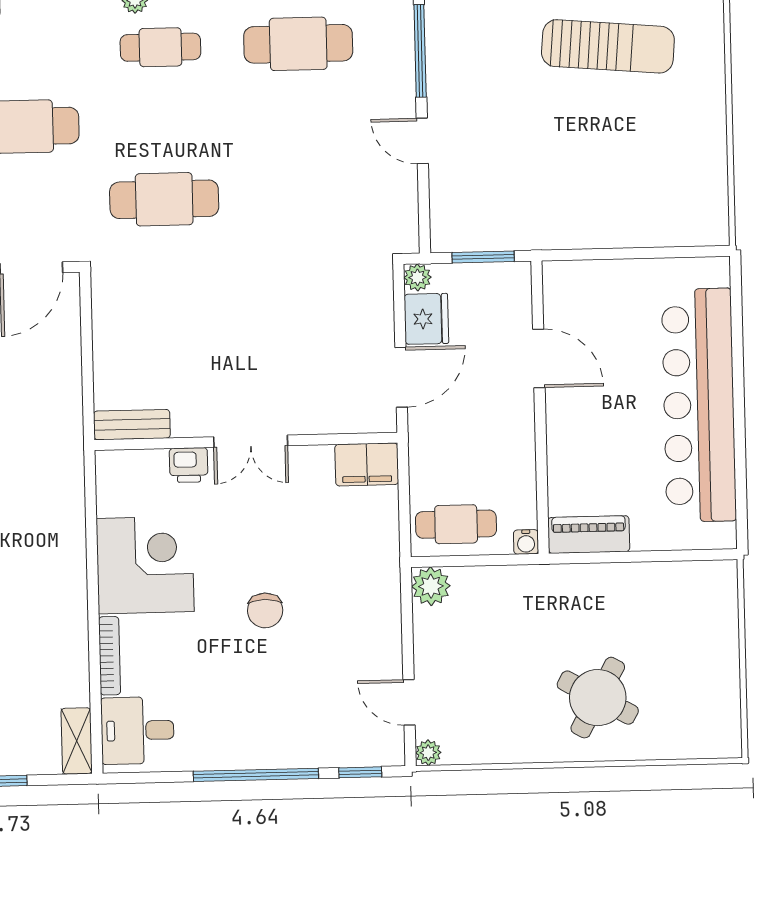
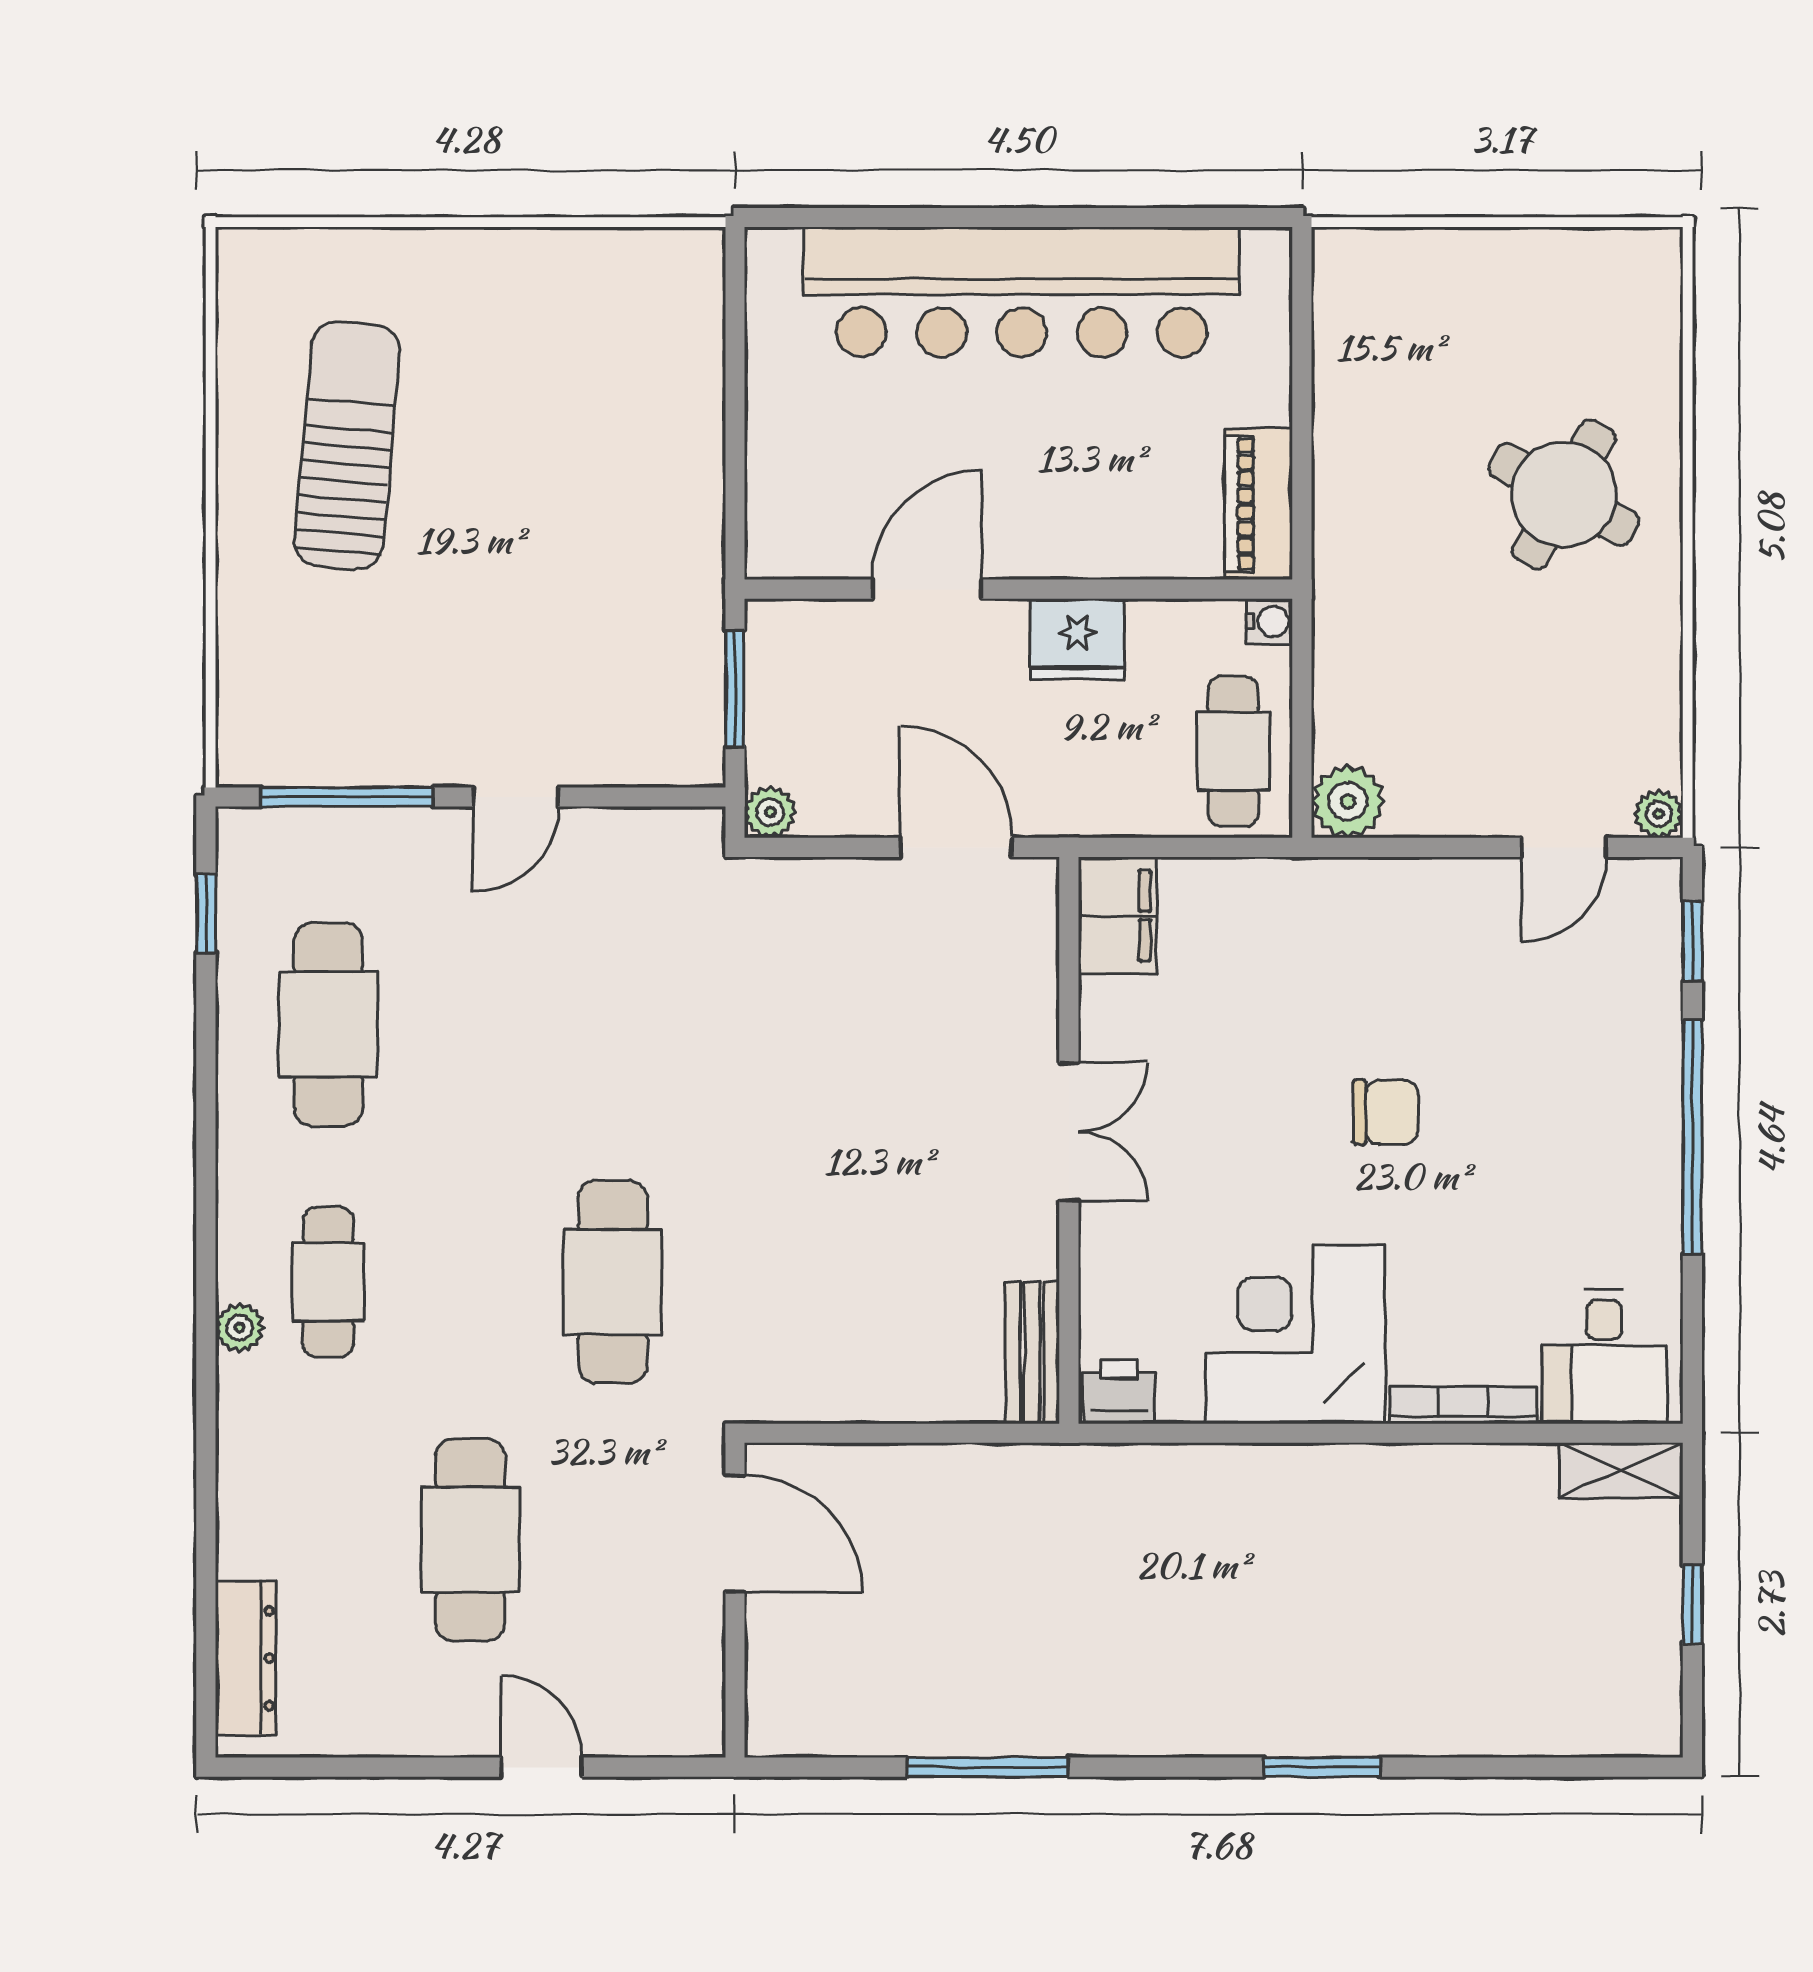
fridge: (426, 319) -> (1077, 639), moved, turned 180
printer: (189, 465) -> (1119, 1392), moved, turned -90

